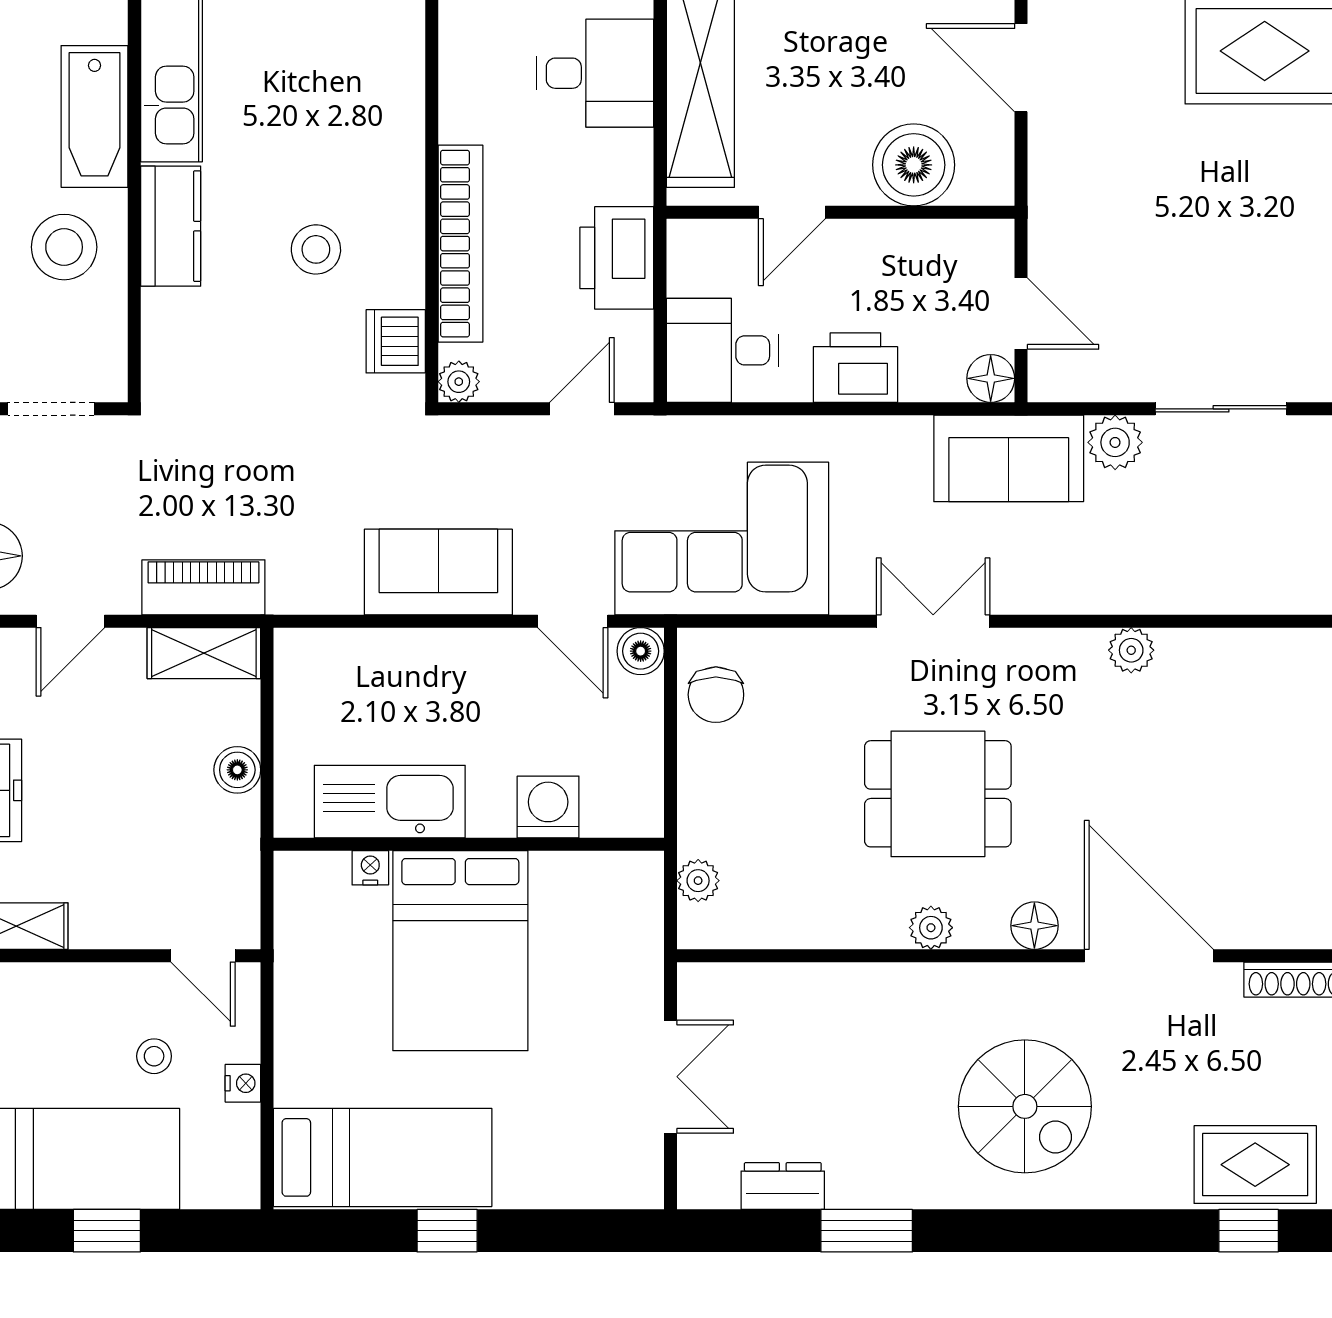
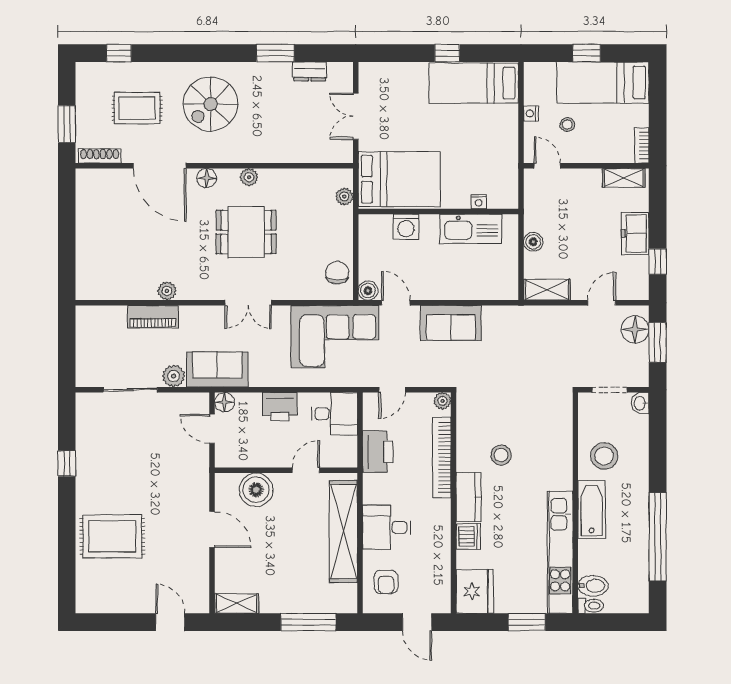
kitchen counter: (171, 226) -> (468, 497), moved, turned 180
dishwasher: (396, 341) -> (468, 536), moved
piano: (203, 587) -> (153, 317), moved
bed: (460, 951) -> (399, 179), moved, turned 90
spiral stairs: (1025, 1106) -> (211, 104), turned -90
rug: (1255, 1165) -> (137, 108), moved

